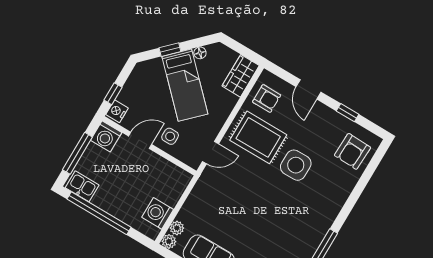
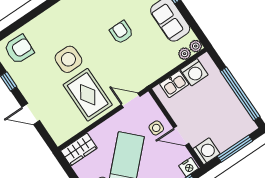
door: (308, 89) -> (31, 114), swing flipped
armchair: (267, 98) -> (121, 32), moved
kitchen sink: (82, 186) -> (174, 84), moved, turned -90

